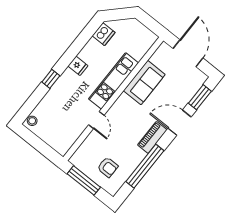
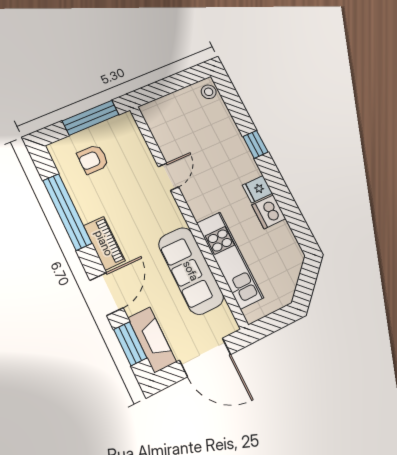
dishwasher: (104, 34) -> (269, 212), moved
kitchen unit: (114, 81) -> (230, 260), moved
sofa: (144, 83) -> (191, 271), width x1.36
fireplace: (192, 86) -> (152, 340), added
door: (96, 120) -> (168, 177), swing flipped

